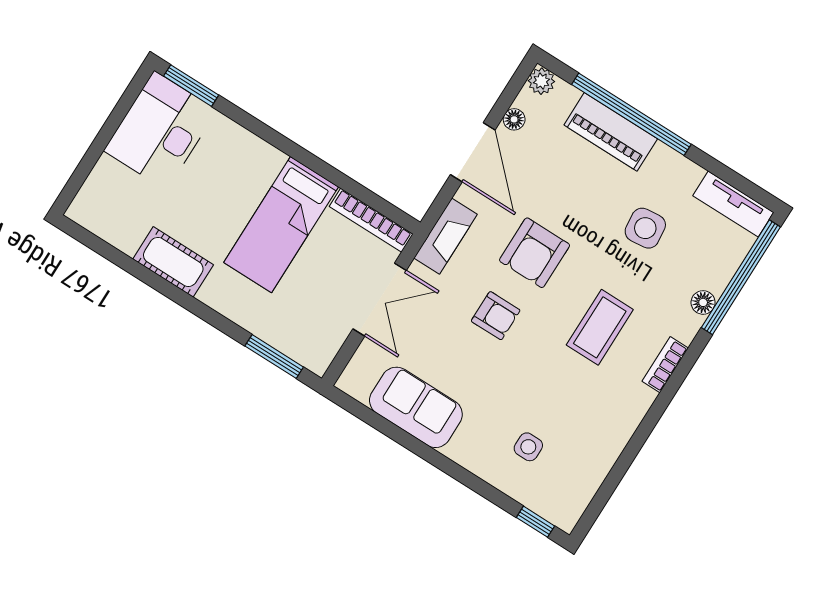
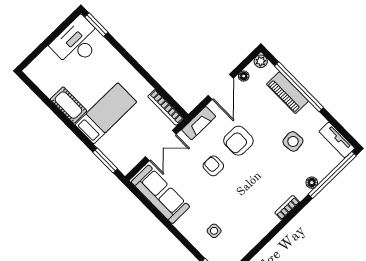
bed: (281, 225) -> (106, 113), moved, turned 180
armchair: (496, 316) -> (213, 166), turned 180
coffee table: (600, 327) -> (261, 183), removed
sofa: (416, 407) -> (160, 194), width x1.36

